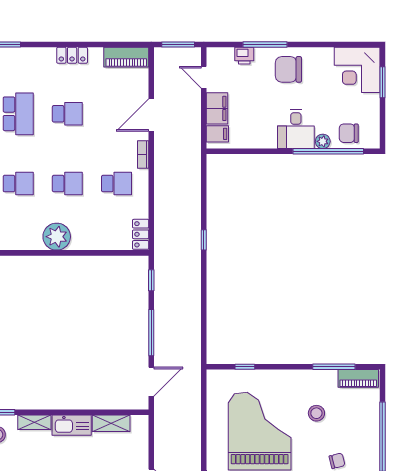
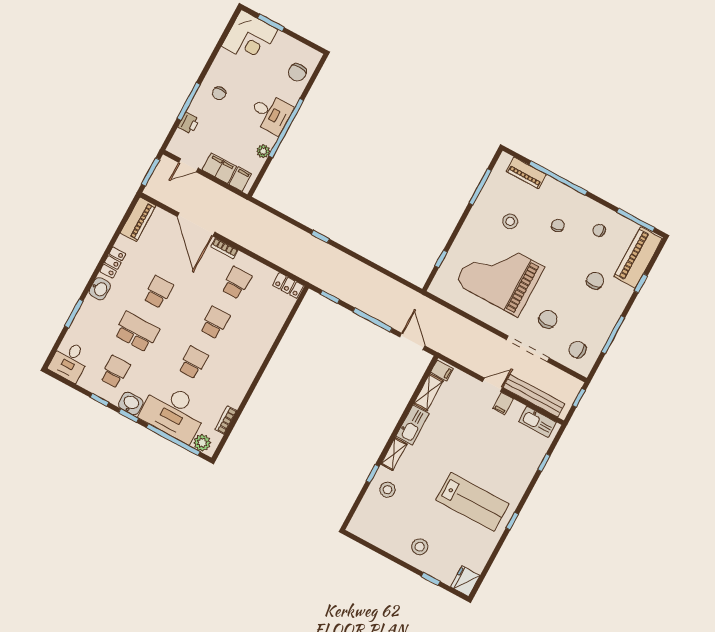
washbasin: (40, 56) -> (100, 289), added
chair: (288, 69) -> (219, 93), width x0.54, depth x0.54
door: (151, 115) -> (196, 224), width x1.36
plant: (323, 141) -> (263, 151), moved
window: (328, 151) -> (286, 128), moved
plant: (57, 237) -> (253, 355), removed
piano: (358, 378) -> (526, 173), moved, turned 90
filing cabinet: (139, 425) -> (442, 371), added

